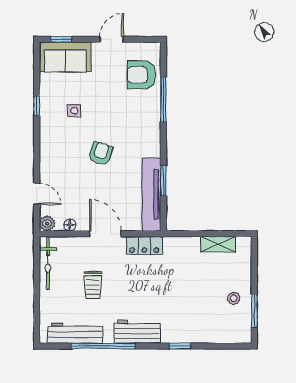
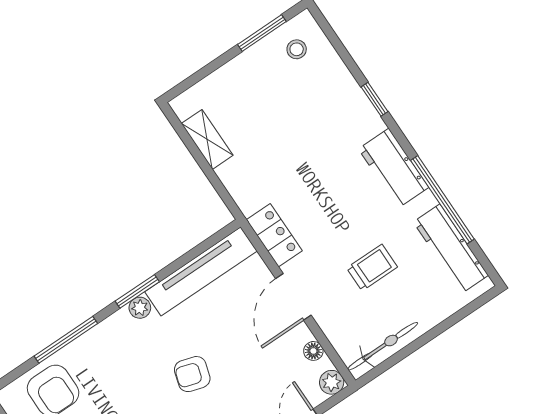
plant: (154, 150) -> (140, 308), added
window: (163, 181) -> (137, 291), moved
stool: (234, 298) -> (297, 49), moved

